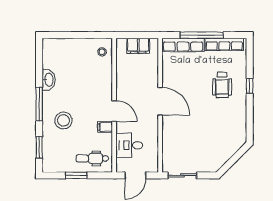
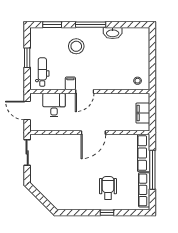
wheelchair: (222, 85) -> (108, 188), turned 90

